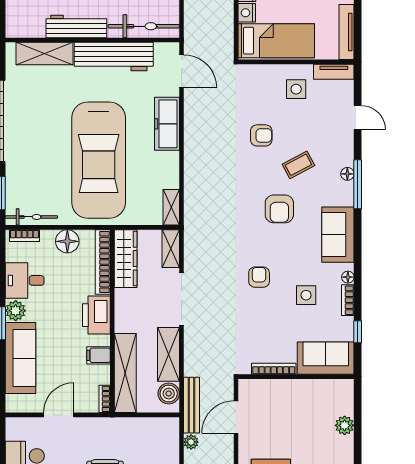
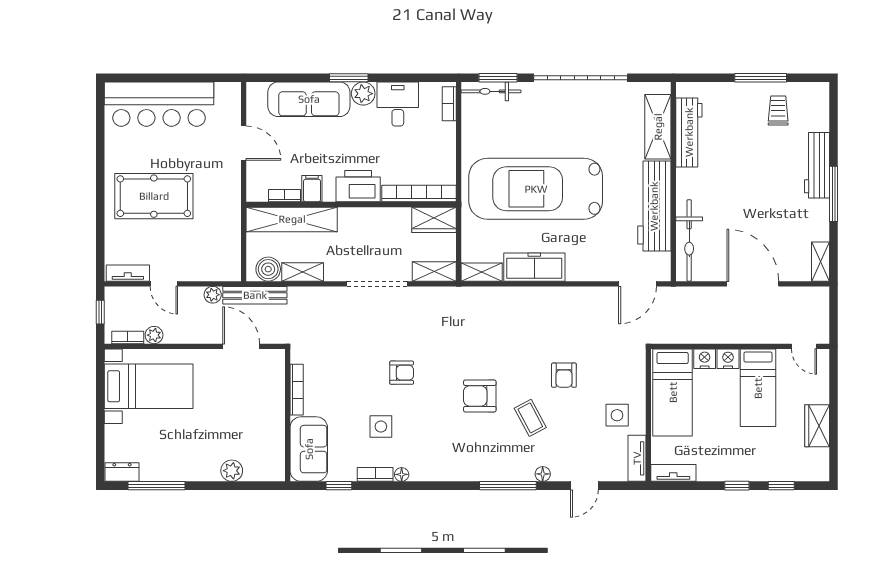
workbench: (76, 26) -> (689, 132), moved
tv unit: (347, 32) -> (673, 473), width x0.71
freezer: (167, 124) -> (534, 267), moved
floor lamp: (347, 174) -> (543, 474), moved
bicycle: (31, 217) -> (491, 91), moved, turned 90
sofa: (338, 235) -> (450, 463), removed
floor lamp: (67, 241) -> (443, 153), removed
wardrobe: (126, 259) -> (434, 220), width x0.67
shelving: (168, 354) -> (303, 272), width x0.67, depth x0.75
bookcase: (105, 399) -> (284, 196), moved

